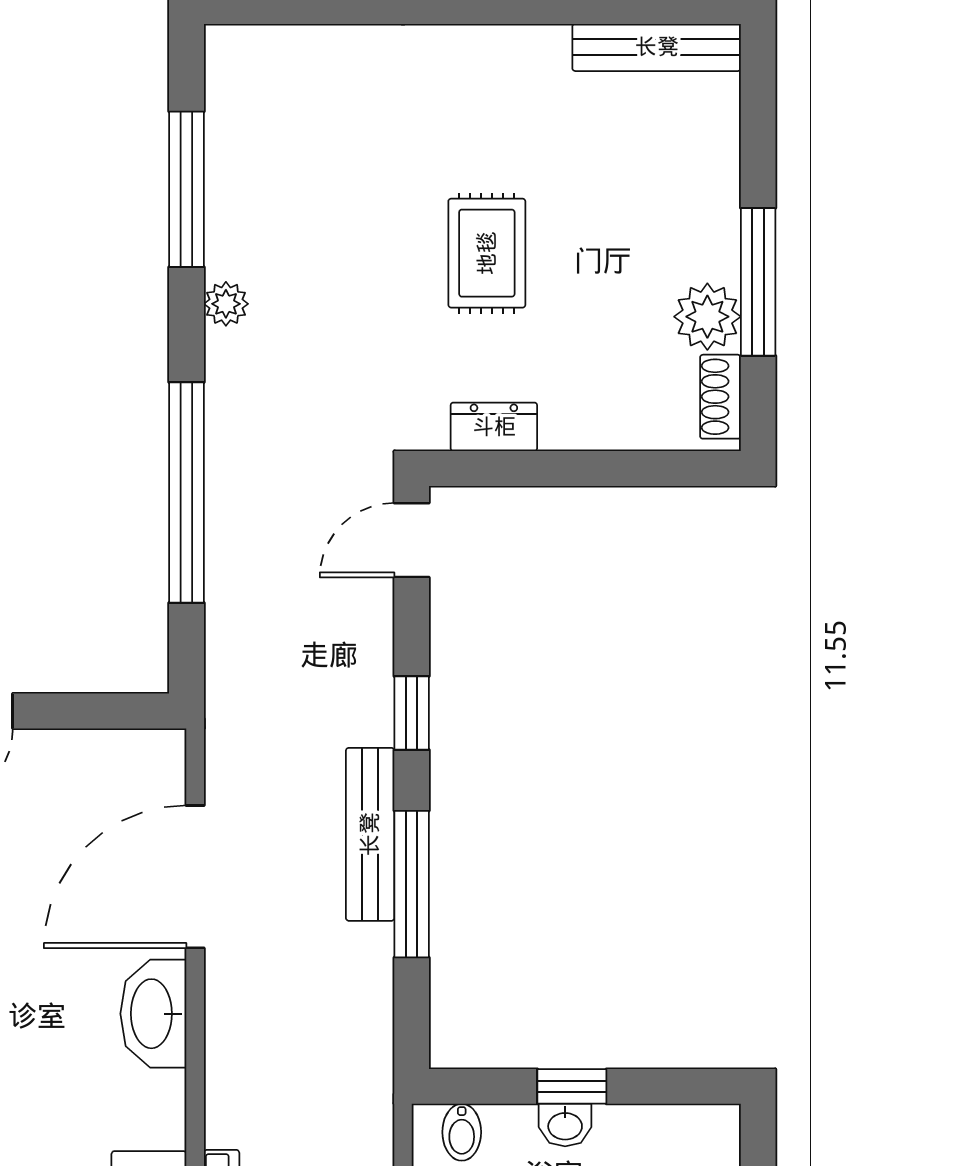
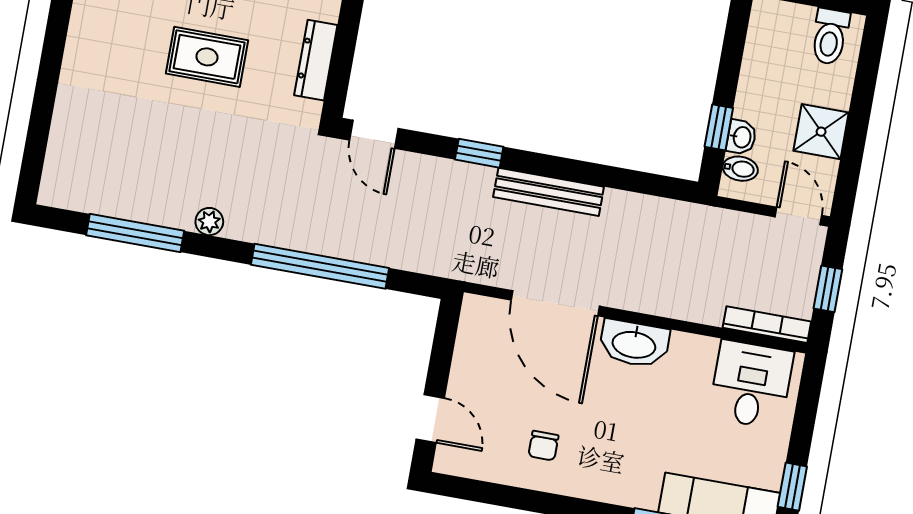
dresser: (494, 427) -> (316, 60), width x1.44
window: (412, 884) -> (583, 172), removed
window: (572, 1086) -> (719, 127), moved
washbasin: (565, 1125) -> (741, 137), moved

